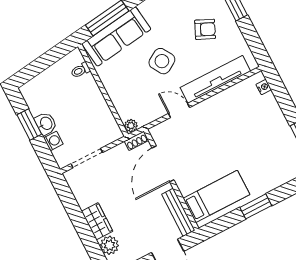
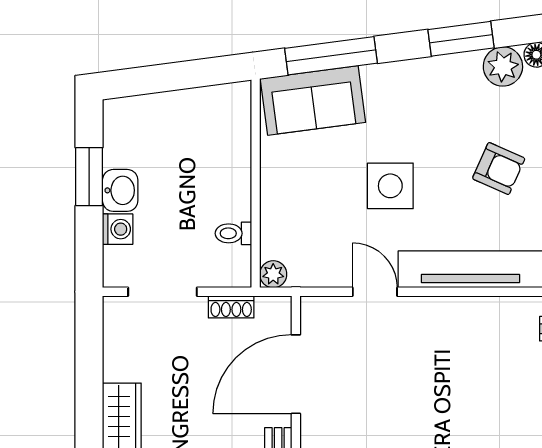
sofa: (116, 36) -> (313, 101), width x0.73
side table: (162, 61) -> (390, 186), turned 31
toilet: (80, 70) -> (233, 233), moved
shoe rack: (136, 141) -> (231, 307), moved

